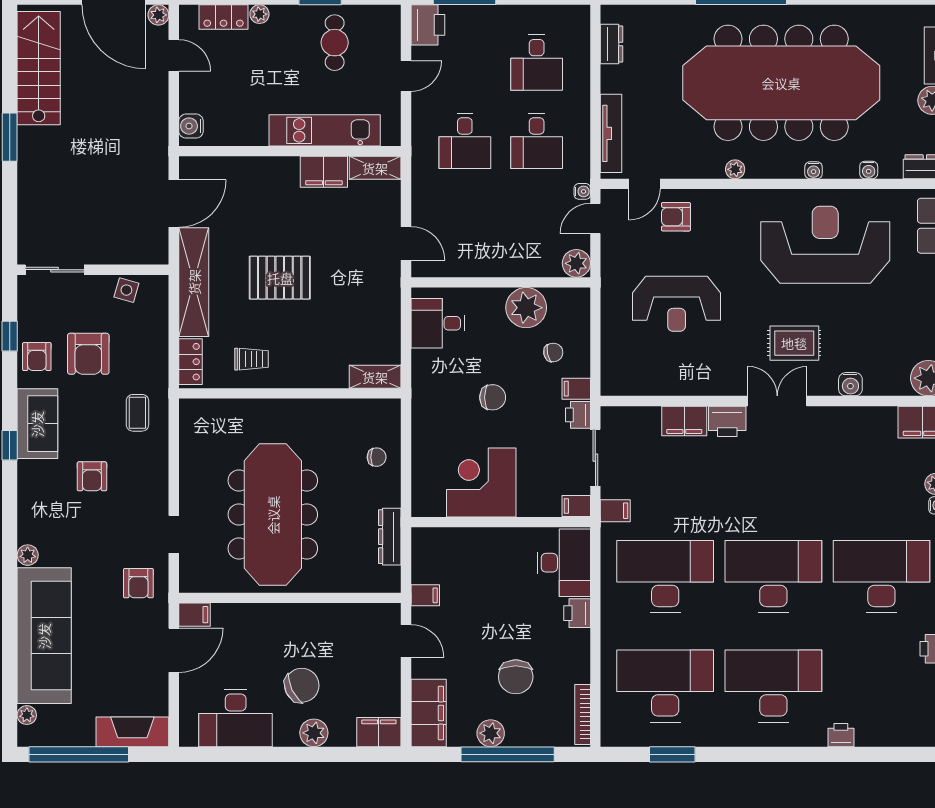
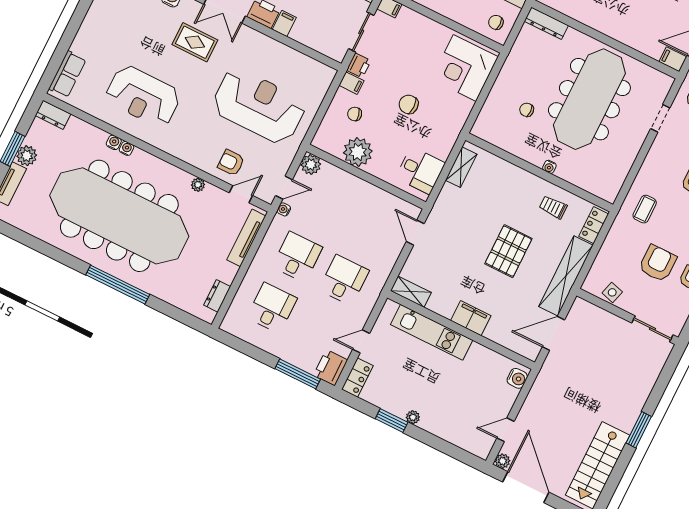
plant: (259, 14) -> (413, 417), moved
locker: (224, 17) -> (357, 378), moved, turned 90
cafe table: (335, 43) -> (397, 386), removed
door: (174, 55) -> (506, 430), hinge flipped
plant: (735, 169) -> (198, 185), moved
water cooler: (869, 170) -> (114, 142), moved
filing cabinet: (324, 172) -> (471, 318), moved
armchair: (676, 217) -> (231, 163), turned 180
reception desk: (825, 245) -> (143, 96), width x0.74, depth x0.77
pallet: (280, 278) -> (508, 251), turned 90
reception desk: (677, 304) -> (259, 106), width x1.36, depth x1.30
shelving: (375, 377) -> (461, 167), moved, turned 90
water cooler: (281, 406) -> (549, 167), added
filing cabinet: (684, 421) -> (284, 23), width x0.50
chair: (377, 457) -> (527, 110), moved
corner desk: (481, 482) -> (465, 68), moved, turned 90
dresser: (390, 537) -> (546, 23), moved, turned 90
chair: (435, 552) -> (496, 22), added

